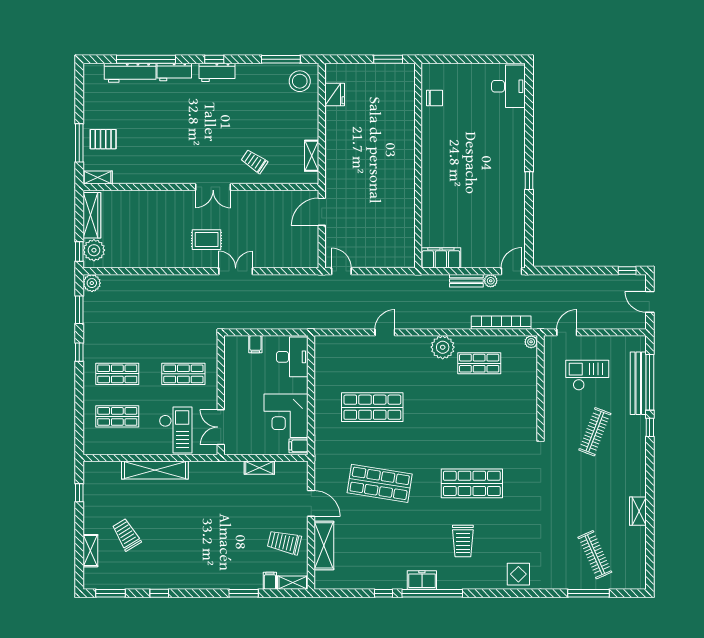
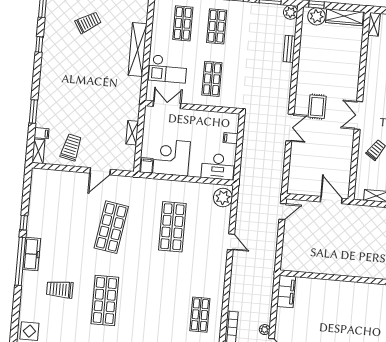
bench: (466, 281) -> (289, 49), moved
plant: (443, 347) -> (223, 198), moved
shelving: (324, 545) -> (66, 179), removed
freezer: (422, 580) -> (32, 254), width x1.40

